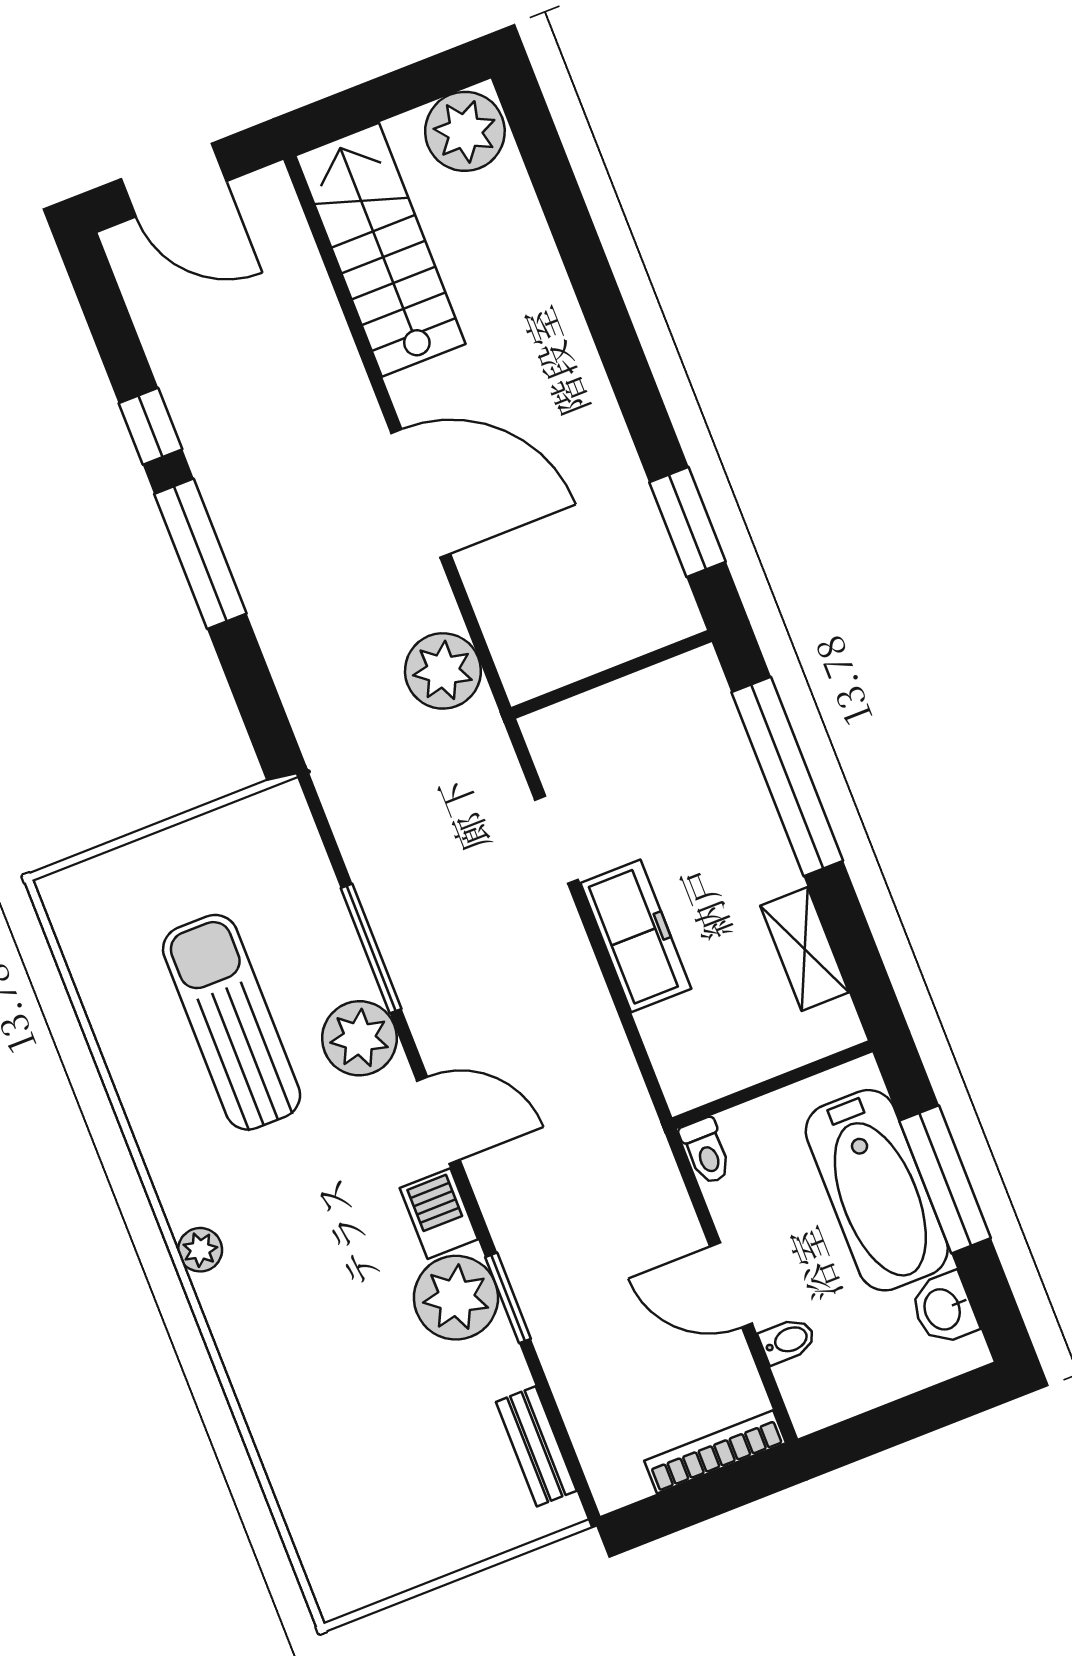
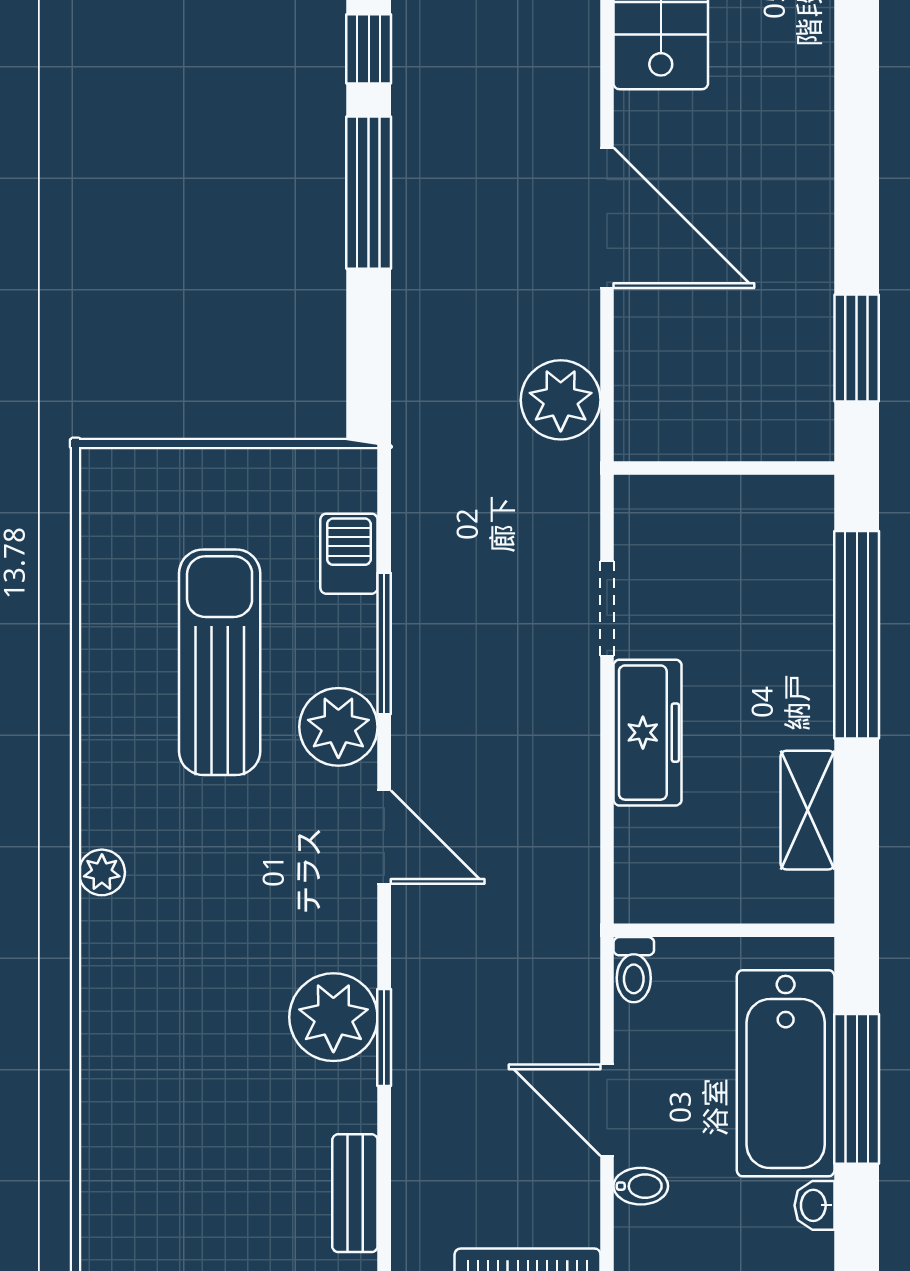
barbecue: (439, 1214) -> (349, 554), moved
washbasin: (944, 1309) -> (814, 1205), width x0.72, depth x0.69

